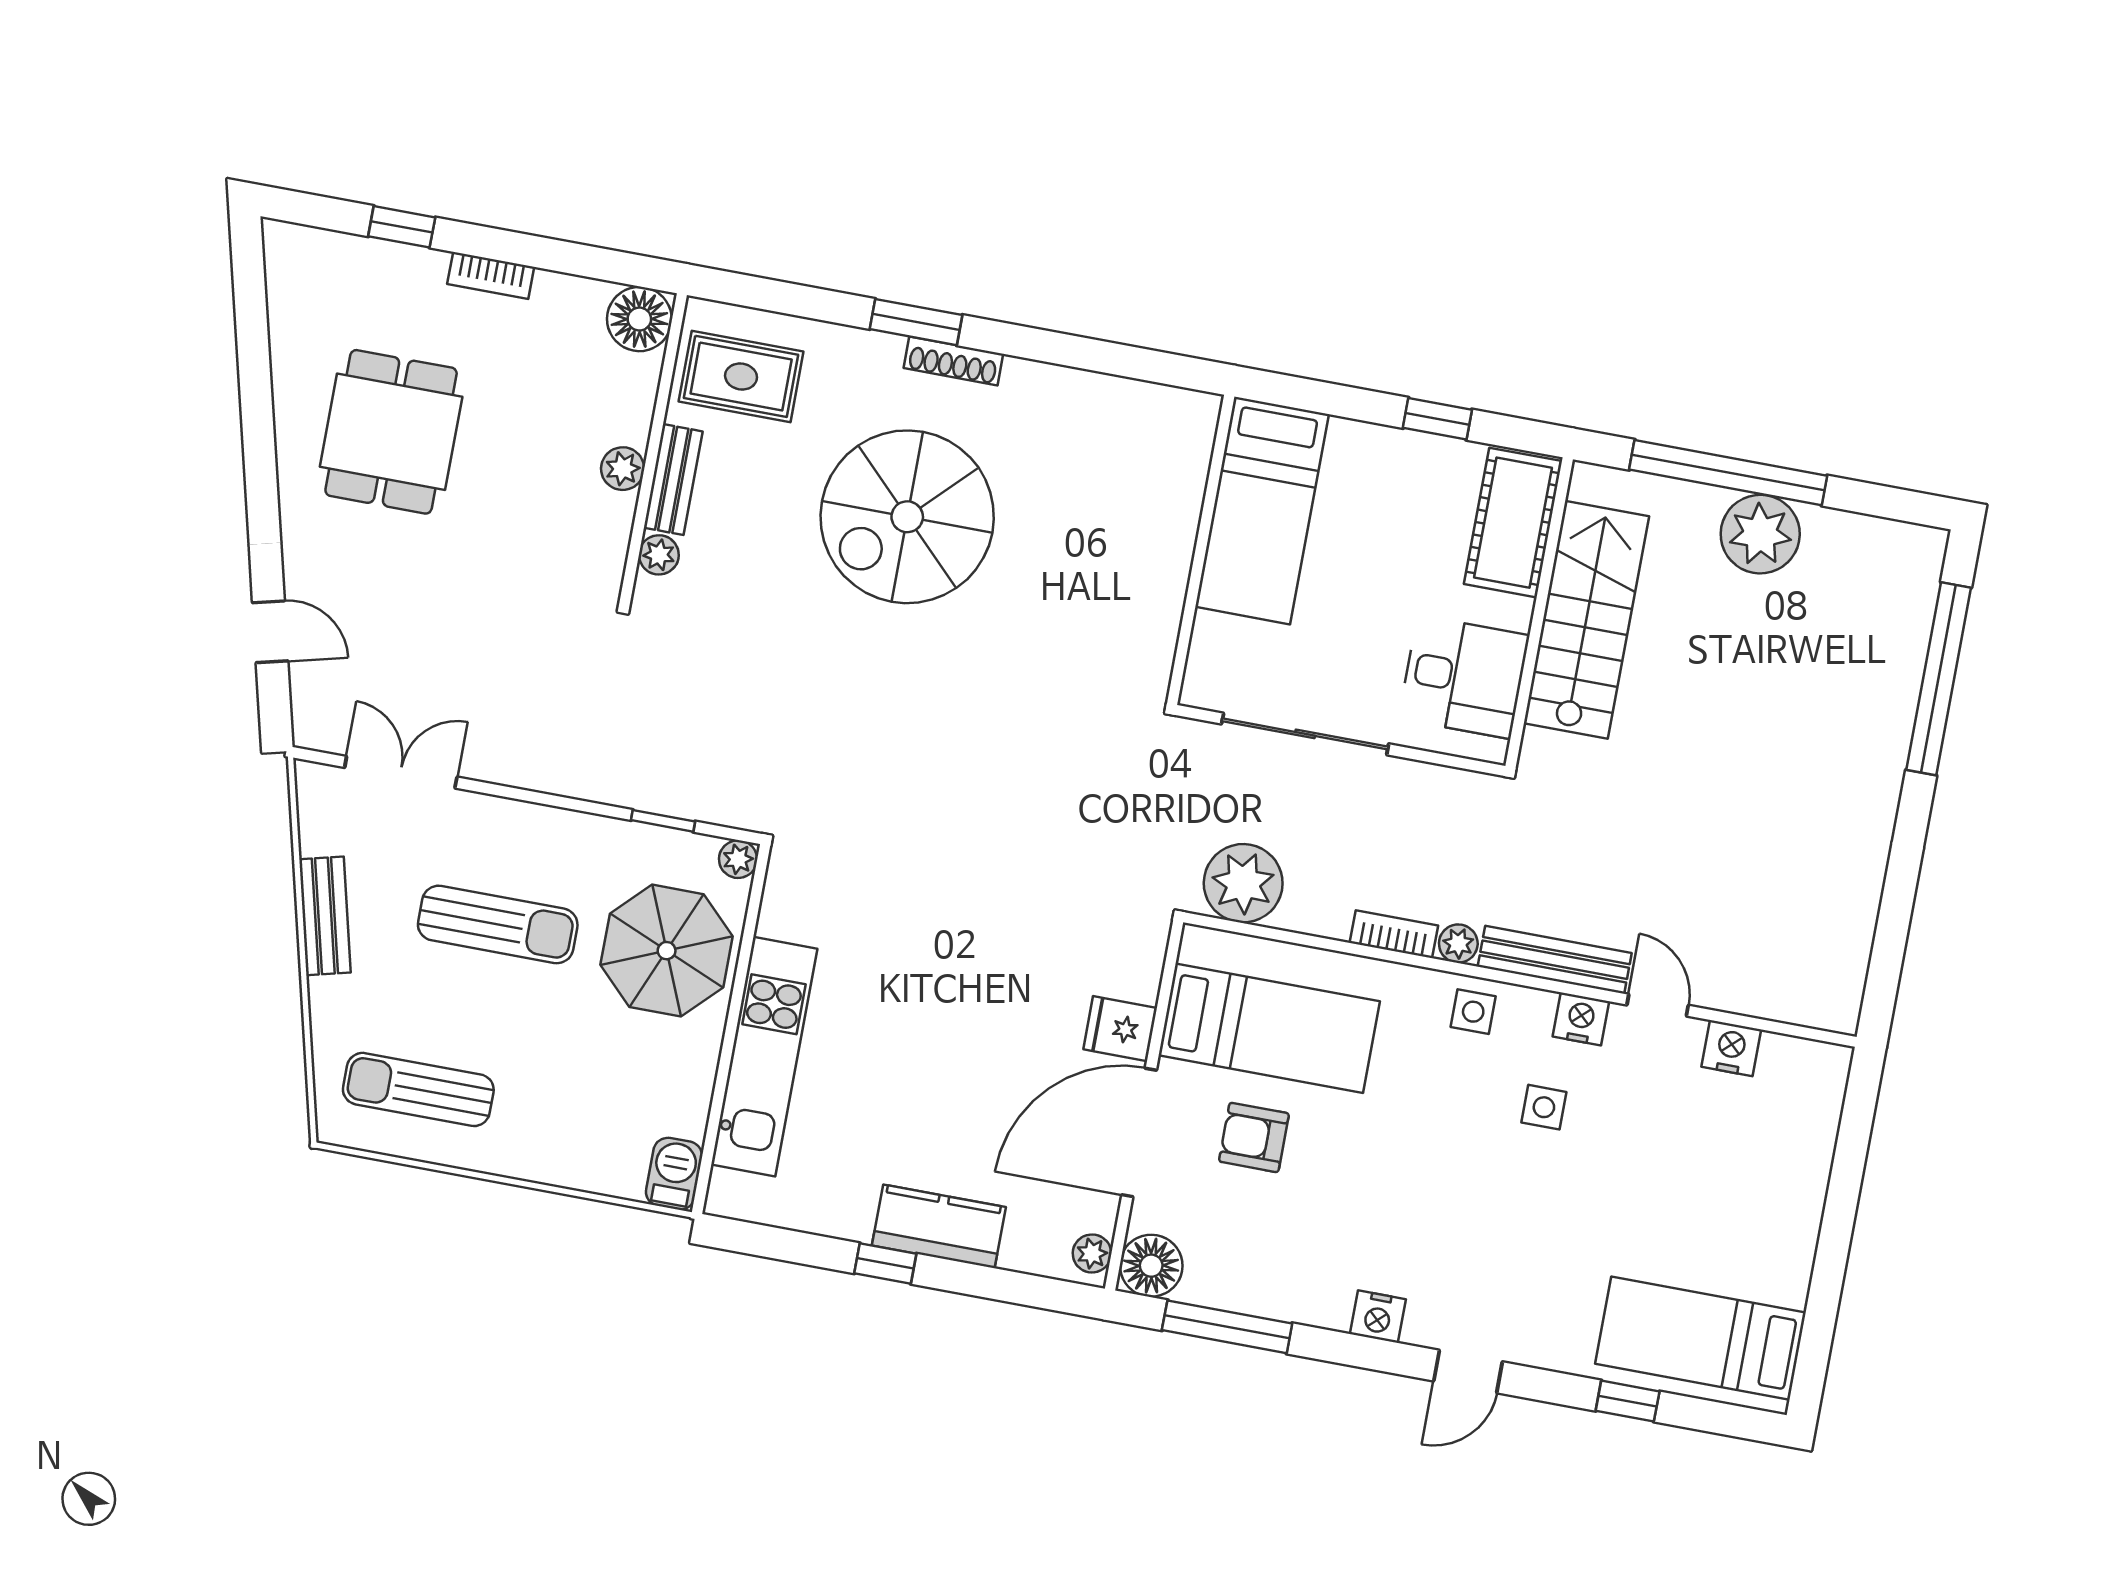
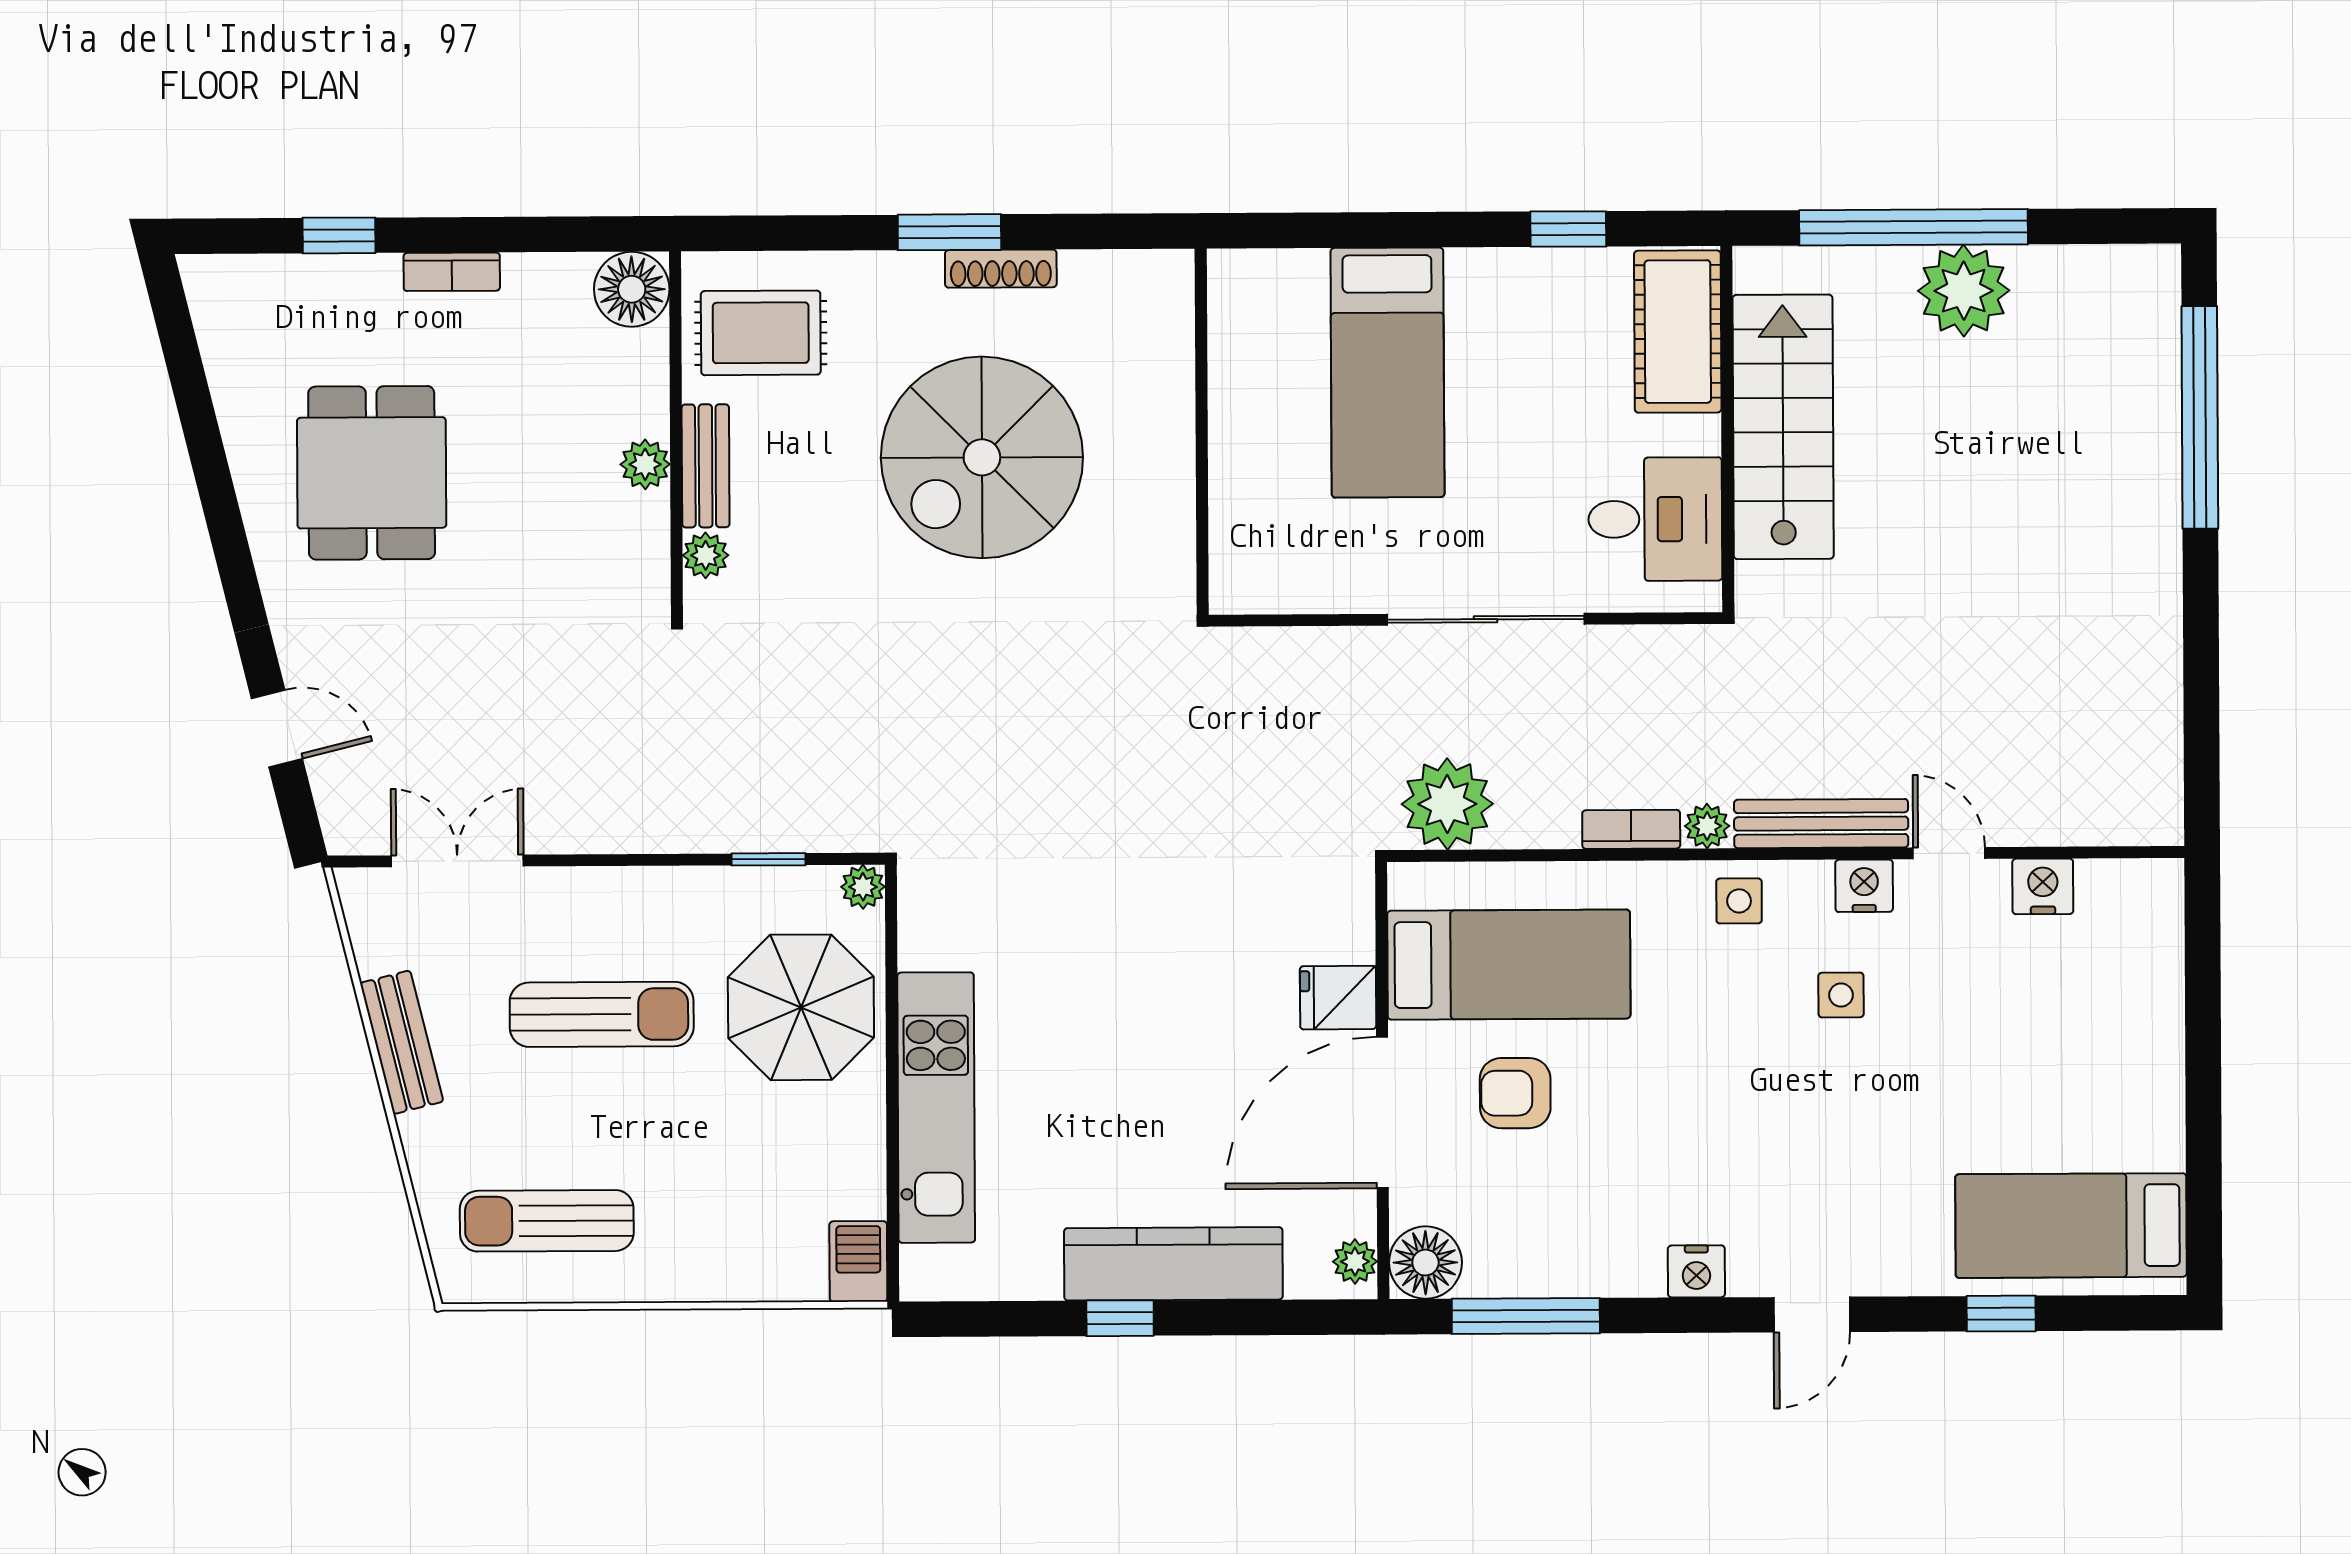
wall: (1201, 550) -> (1202, 432), moved
kitchen counter: (939, 1226) -> (1173, 1264), width x1.50

